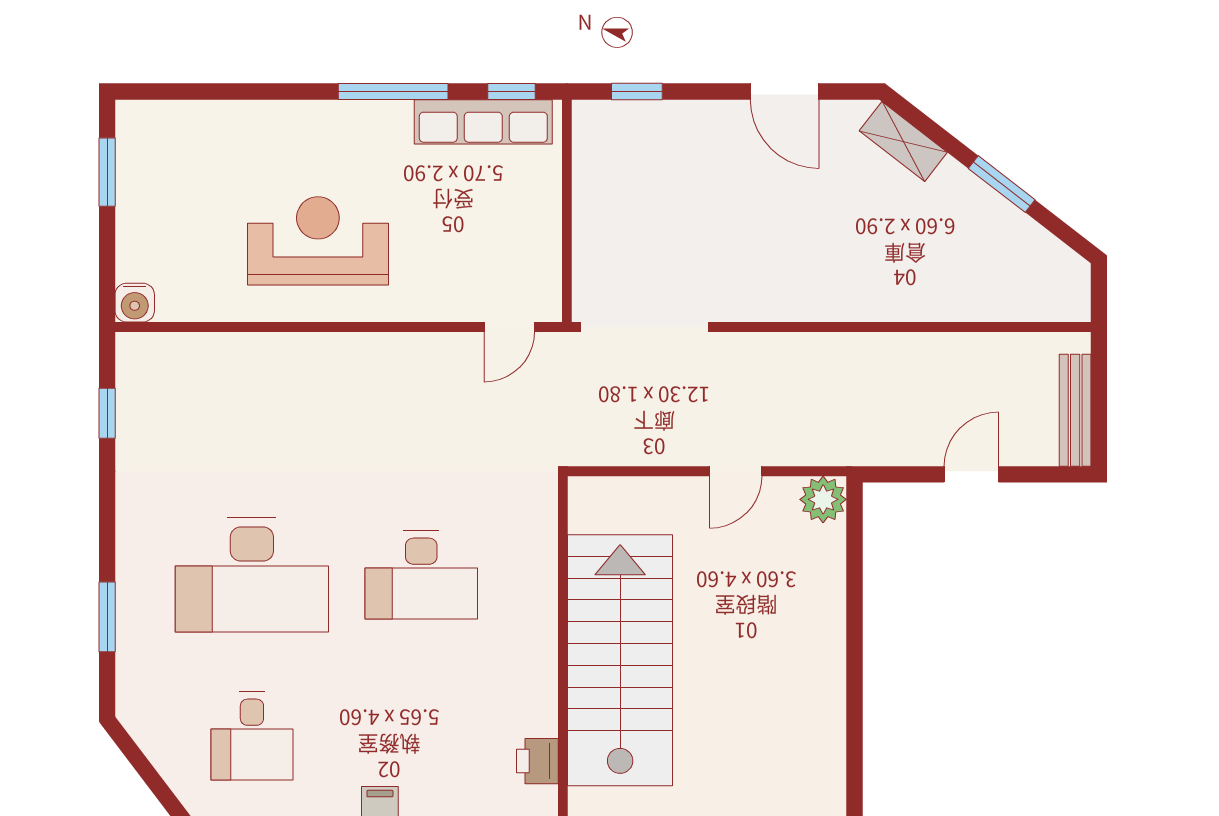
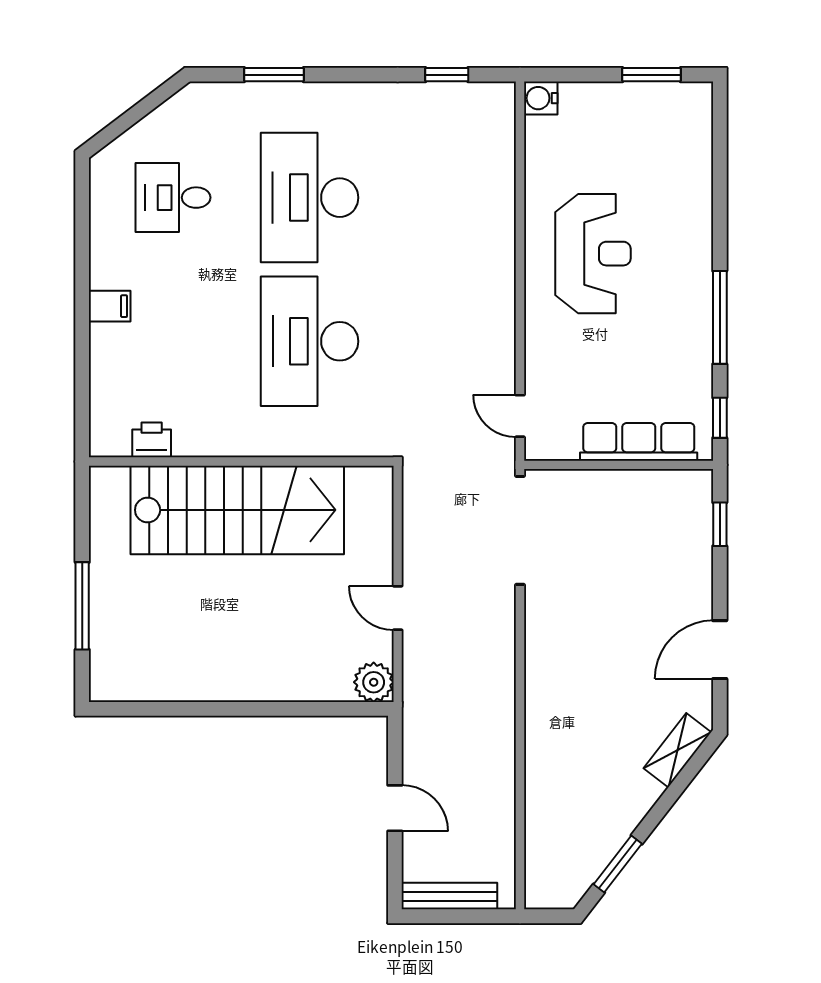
row of seats: (483, 122) -> (639, 442), moved, turned 90
window: (1002, 184) -> (618, 864), moved
desk: (421, 575) -> (310, 341), width x1.36, depth x1.30

